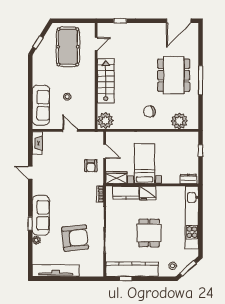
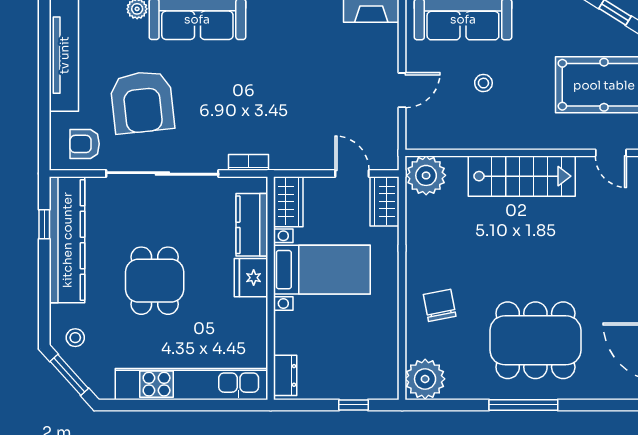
chair: (149, 112) -> (440, 305), moved
plant: (179, 121) -> (425, 379), moved
wardrobe: (116, 138) -> (385, 201), added
door: (105, 151) -> (352, 173), swing flipped
armchair: (91, 166) -> (85, 144), moved
dining table: (149, 233) -> (155, 281), turned 90

